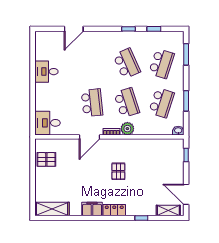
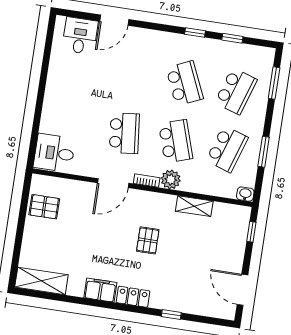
desk: (46, 72) -> (80, 36), moved, turned 90
shelving: (168, 210) -> (194, 206), moved

